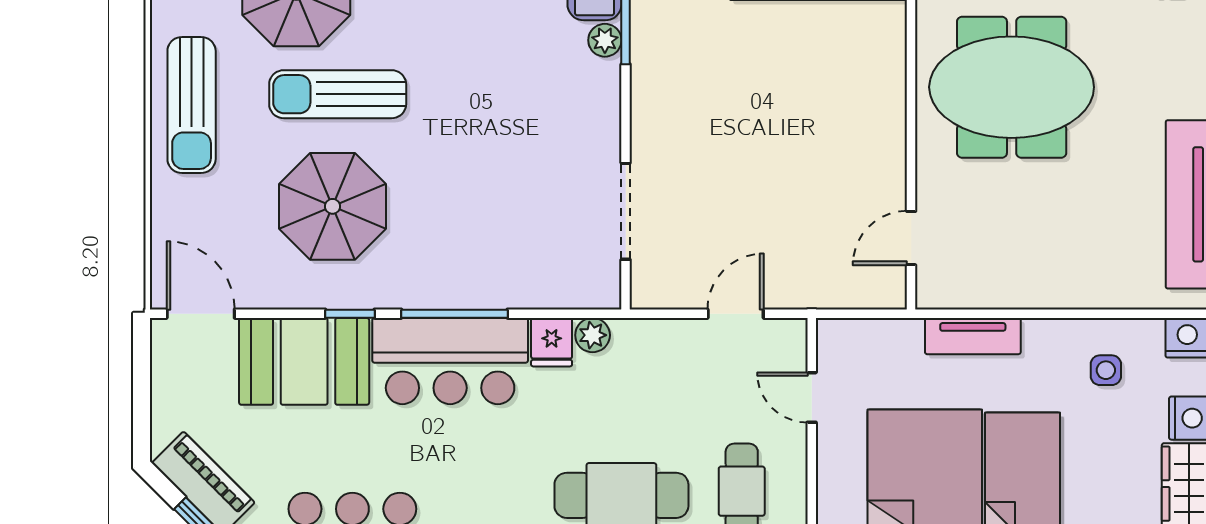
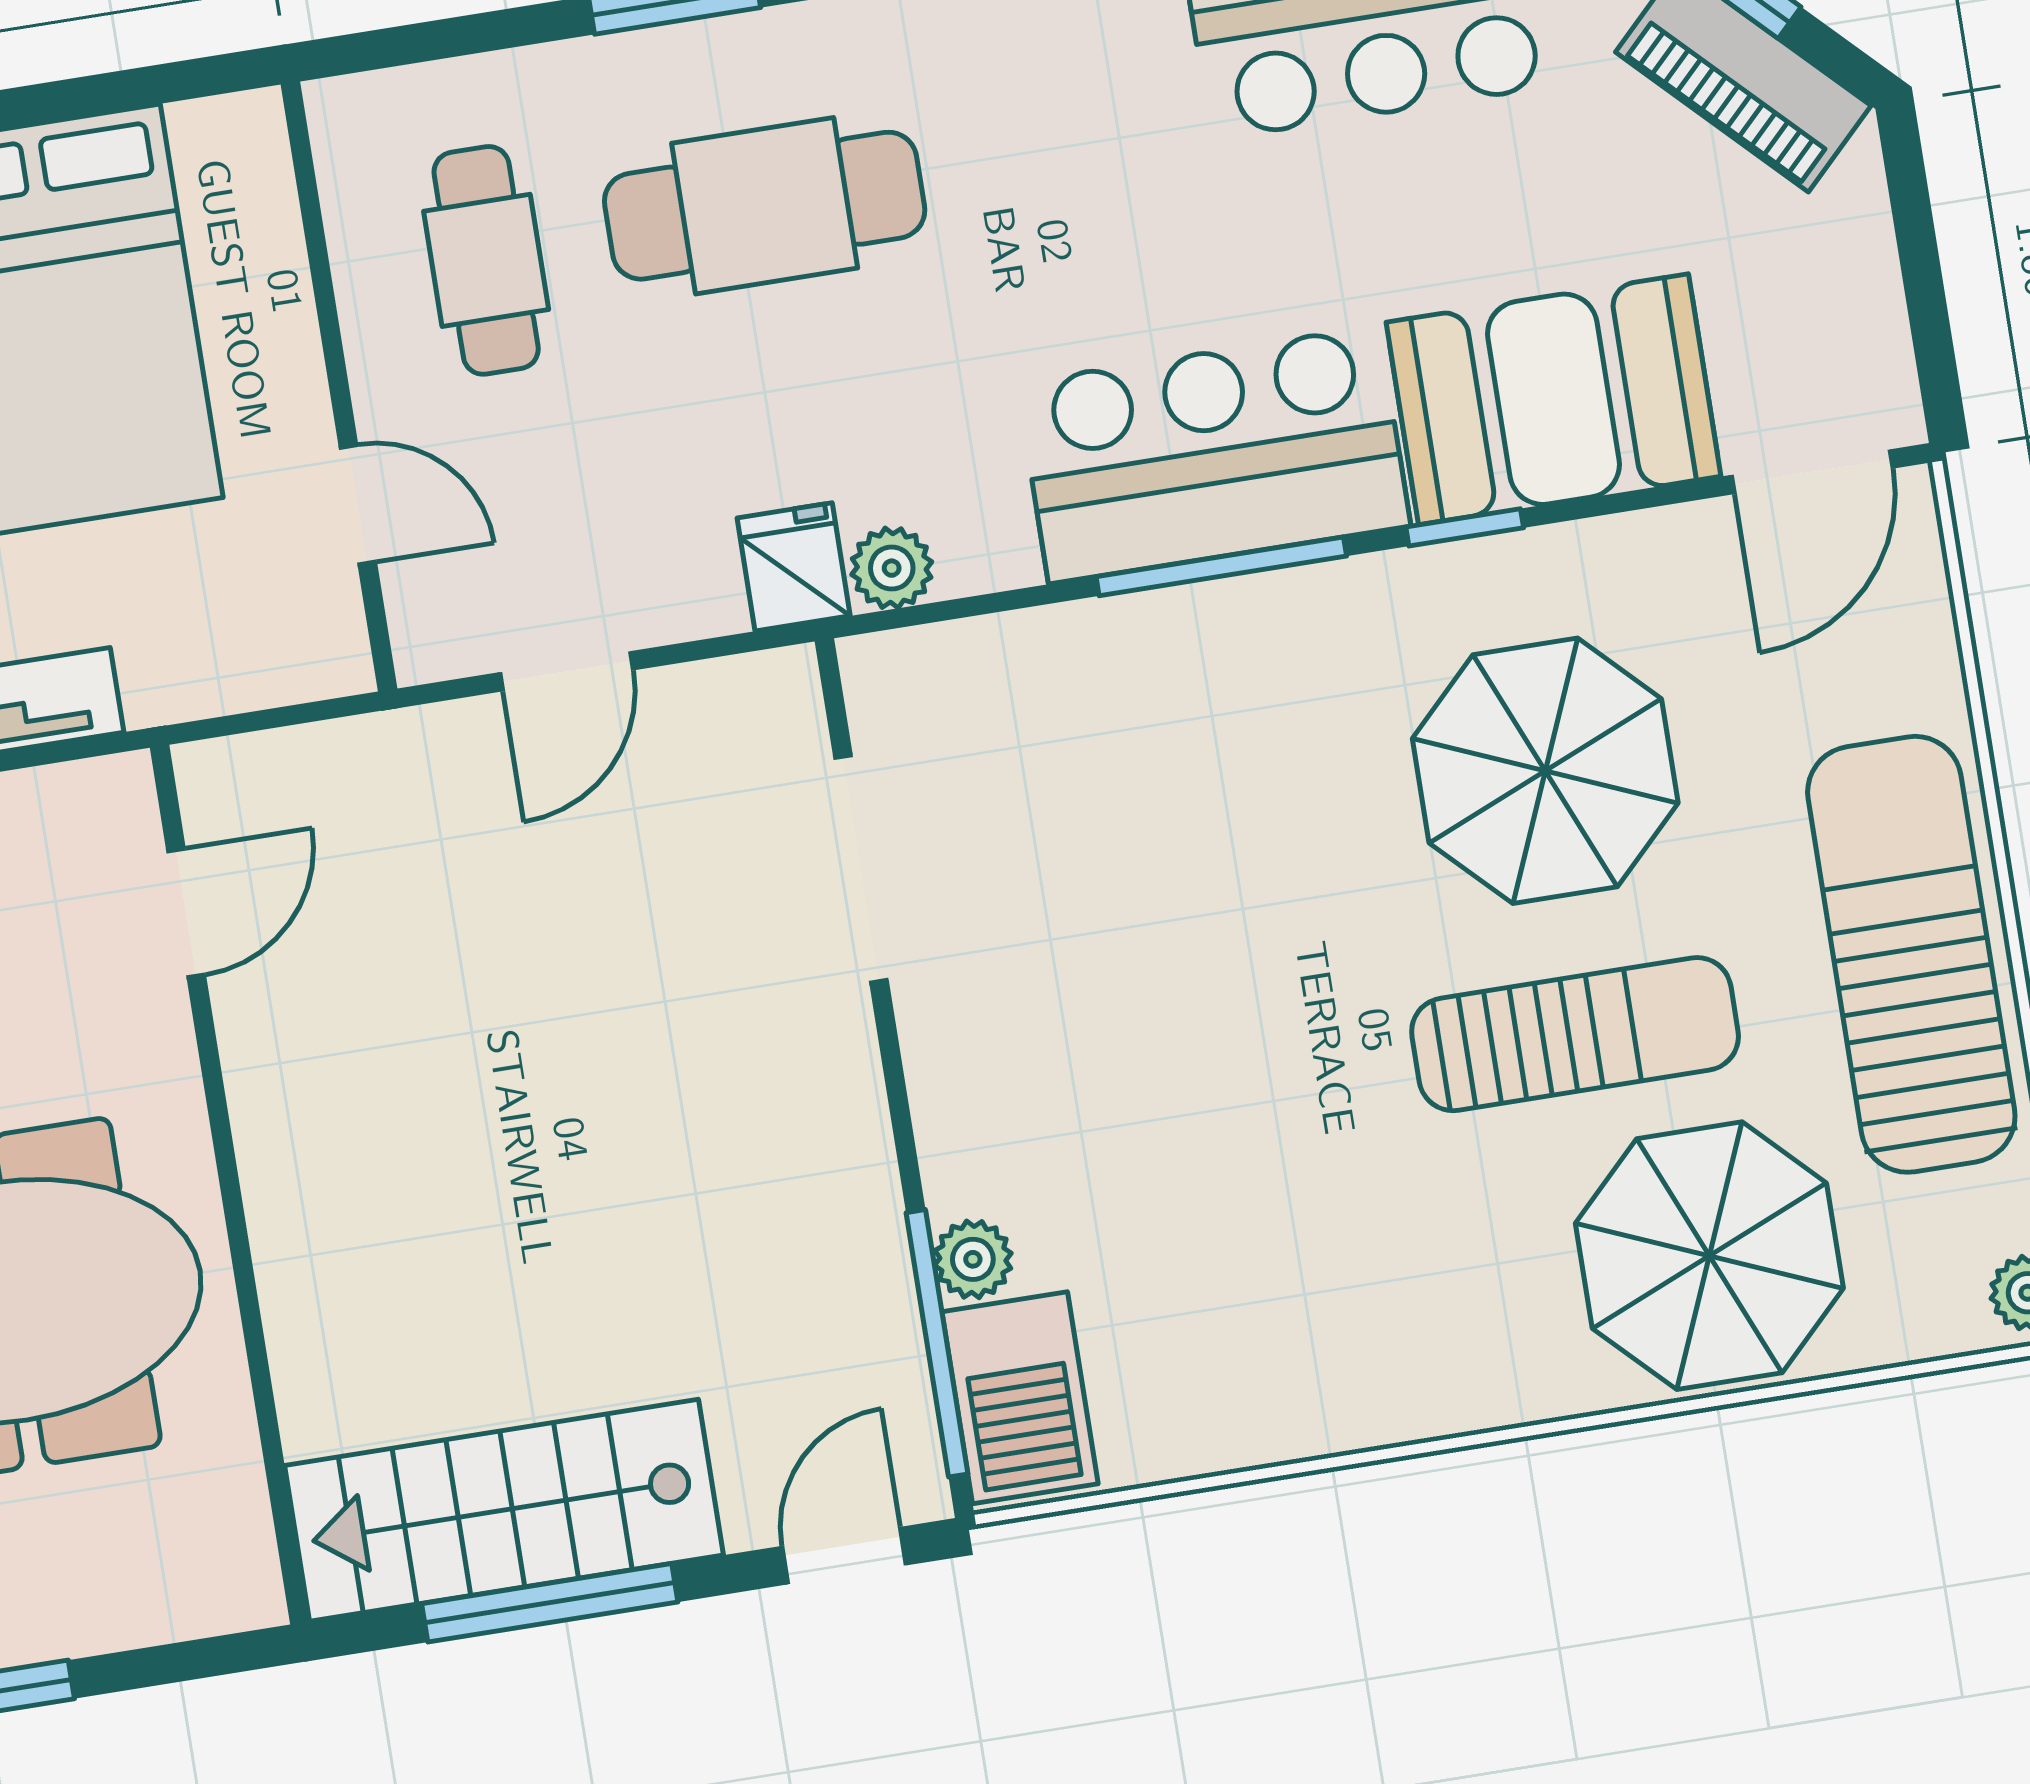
sun lounger: (192, 105) -> (1911, 954), width x1.36, depth x1.34
door: (201, 314) -> (1812, 472), hinge flipped
fridge: (552, 342) -> (794, 567), moved

